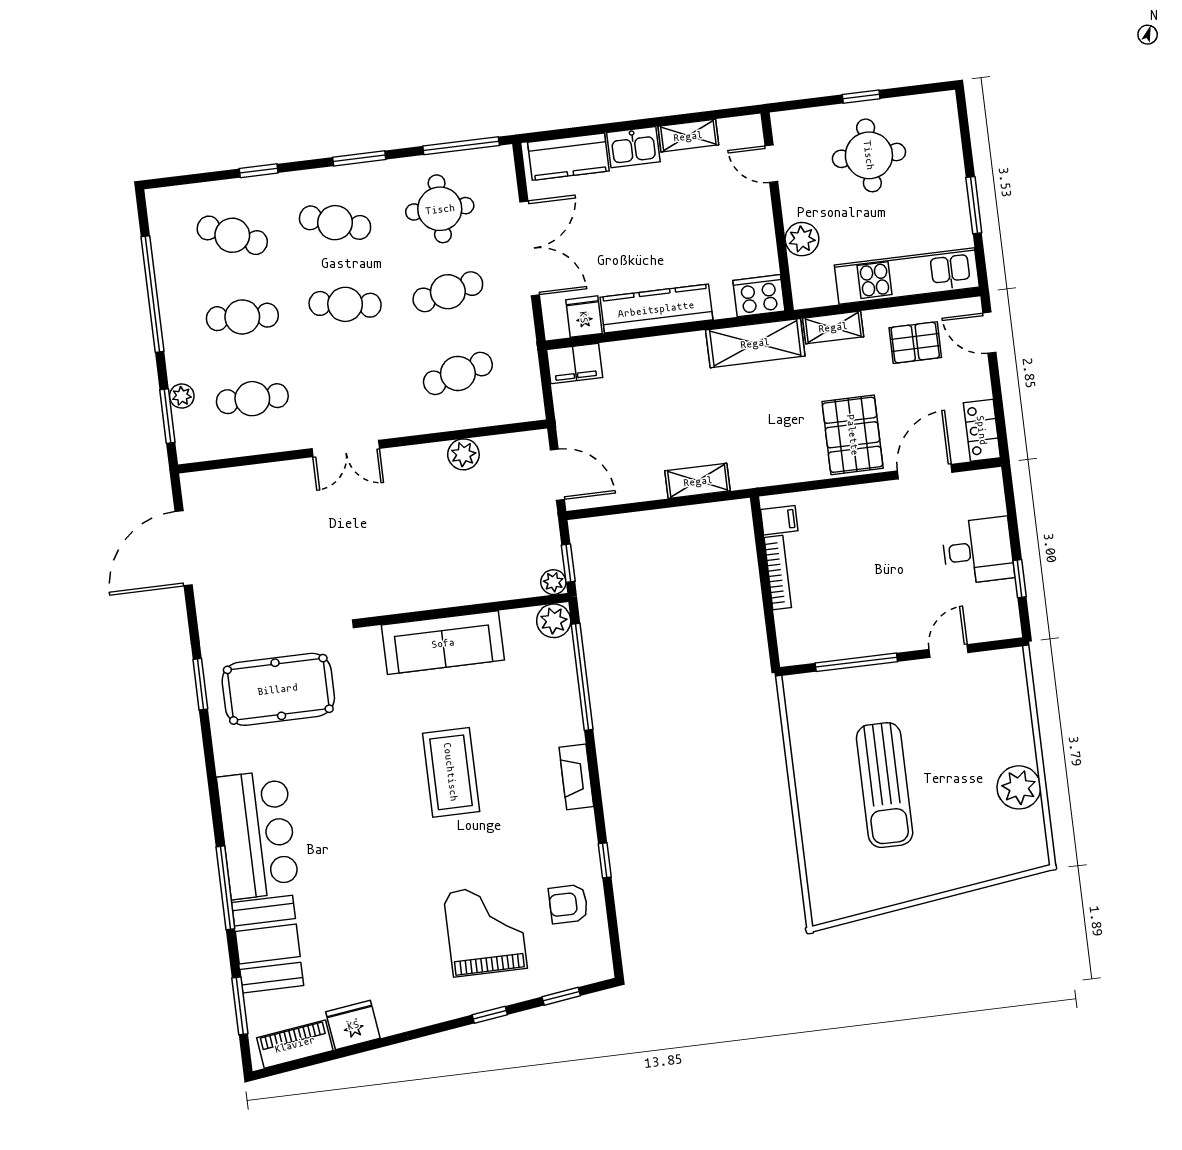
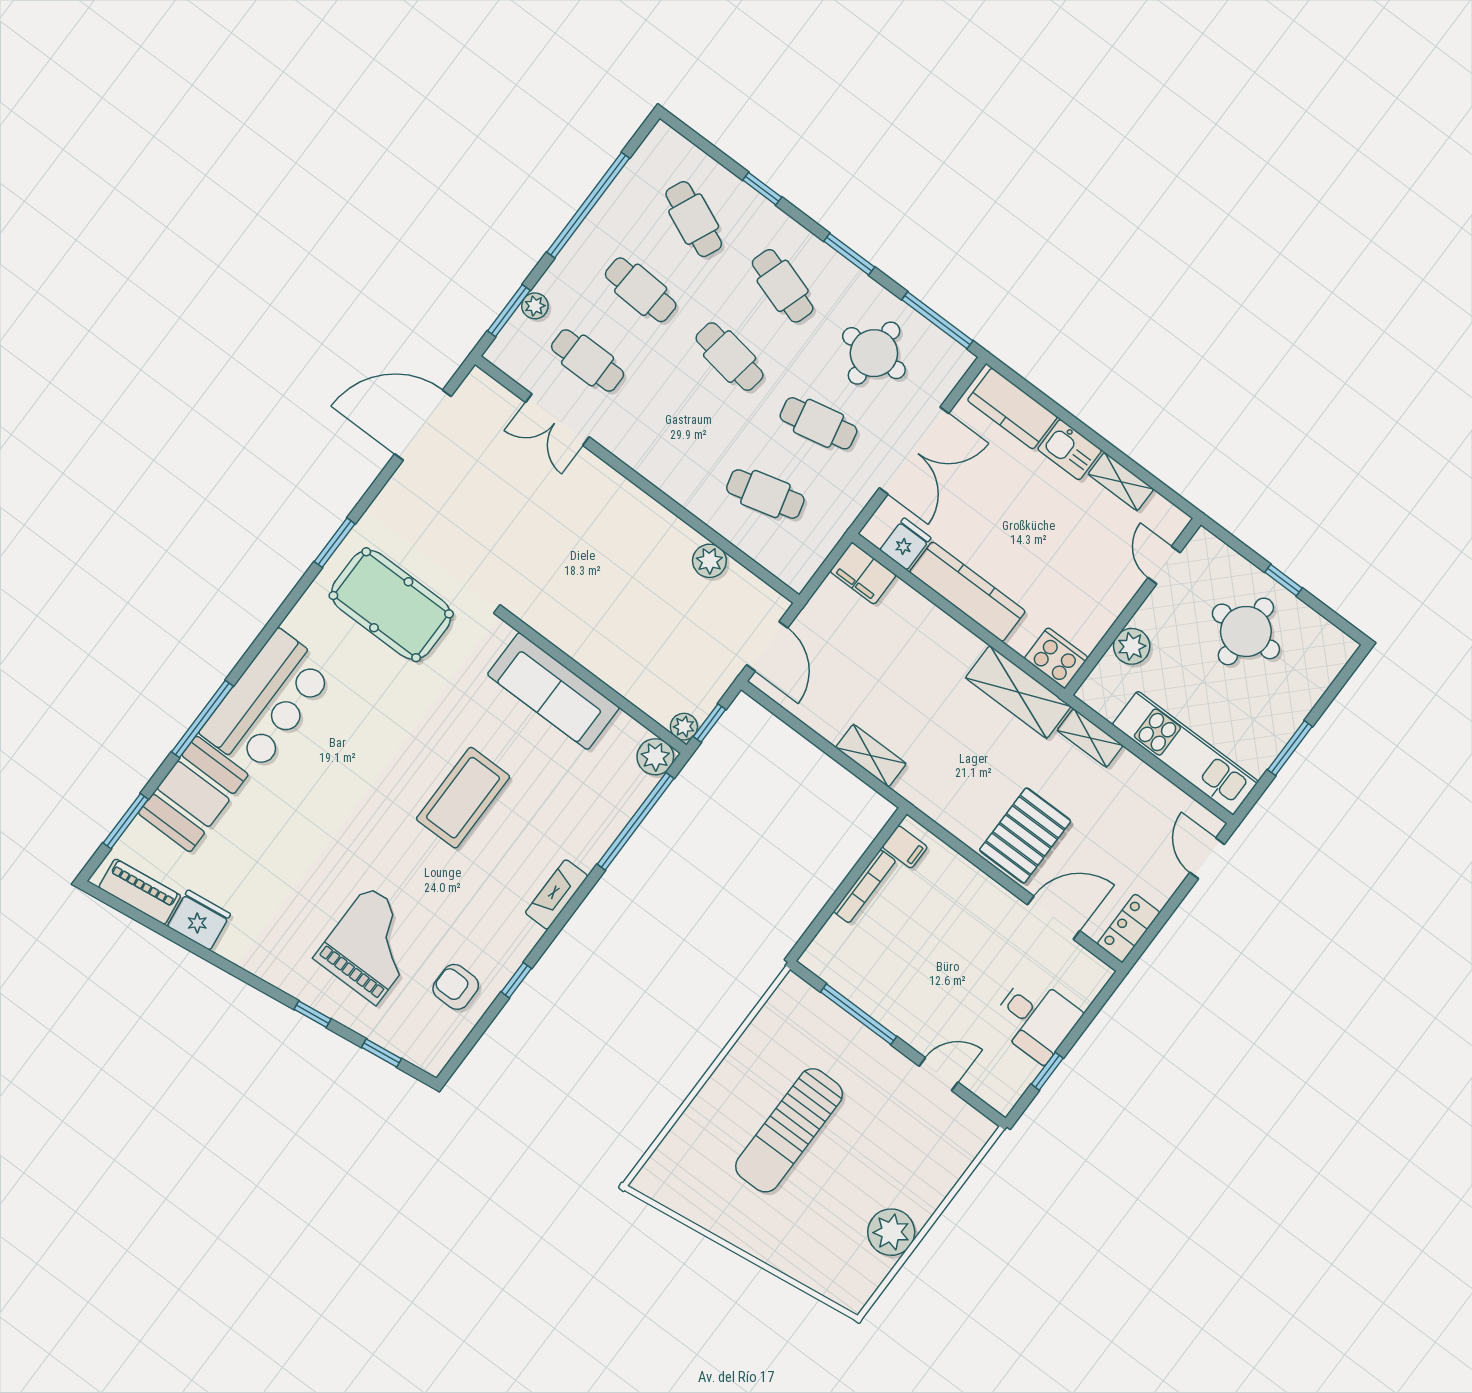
pallet: (915, 343) -> (1142, 811), removed
double door: (346, 449) -> (557, 420), moved

